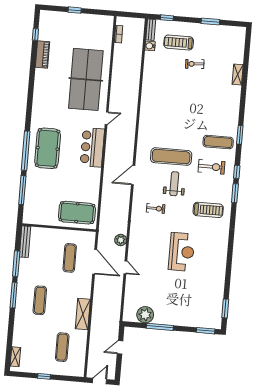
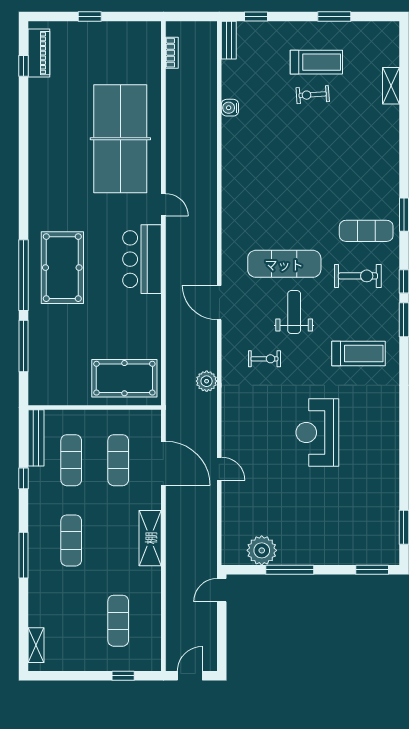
treadmill: (179, 42) -> (316, 62), moved, turned 180
water cooler: (150, 46) -> (230, 108), moved
piano: (42, 55) -> (39, 53), moved
shelving: (238, 75) -> (391, 86), moved
door: (107, 118) -> (163, 205), hinge flipped
door: (133, 175) -> (219, 303), hinge flipped
plant: (121, 240) -> (207, 381), moved
reception desk: (182, 252) -> (317, 432), turned 180
exercise mat: (44, 256) -> (71, 460), added
window: (16, 264) -> (23, 478), width x0.46
window: (14, 295) -> (23, 555), moved
shelving: (83, 314) -> (150, 538), moved
door: (120, 347) -> (222, 590), moved
window: (44, 376) -> (123, 676), moved

